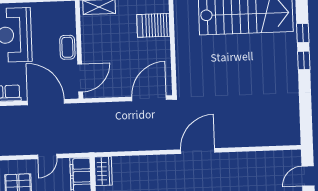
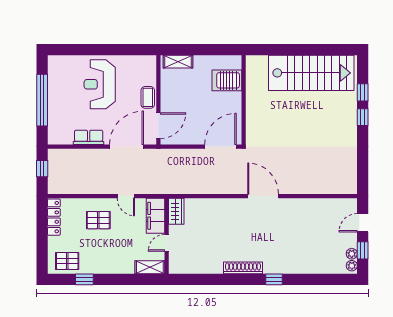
door: (46, 102) -> (126, 147), hinge flipped
door: (198, 151) -> (263, 196), hinge flipped
door: (47, 156) -> (126, 196), hinge flipped

